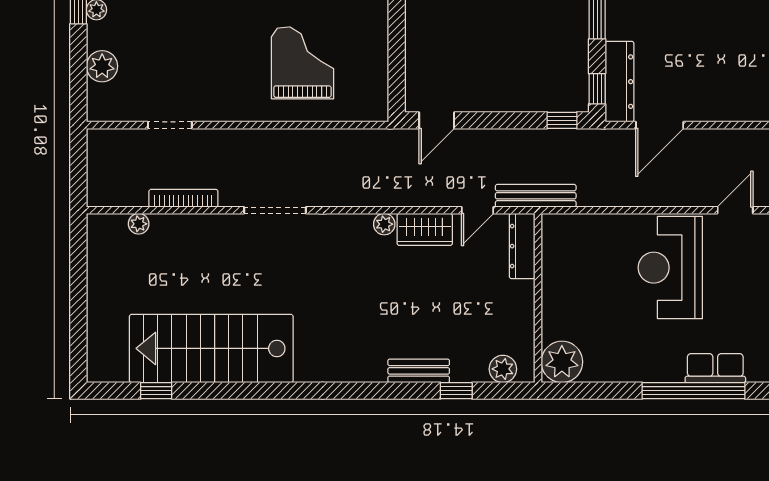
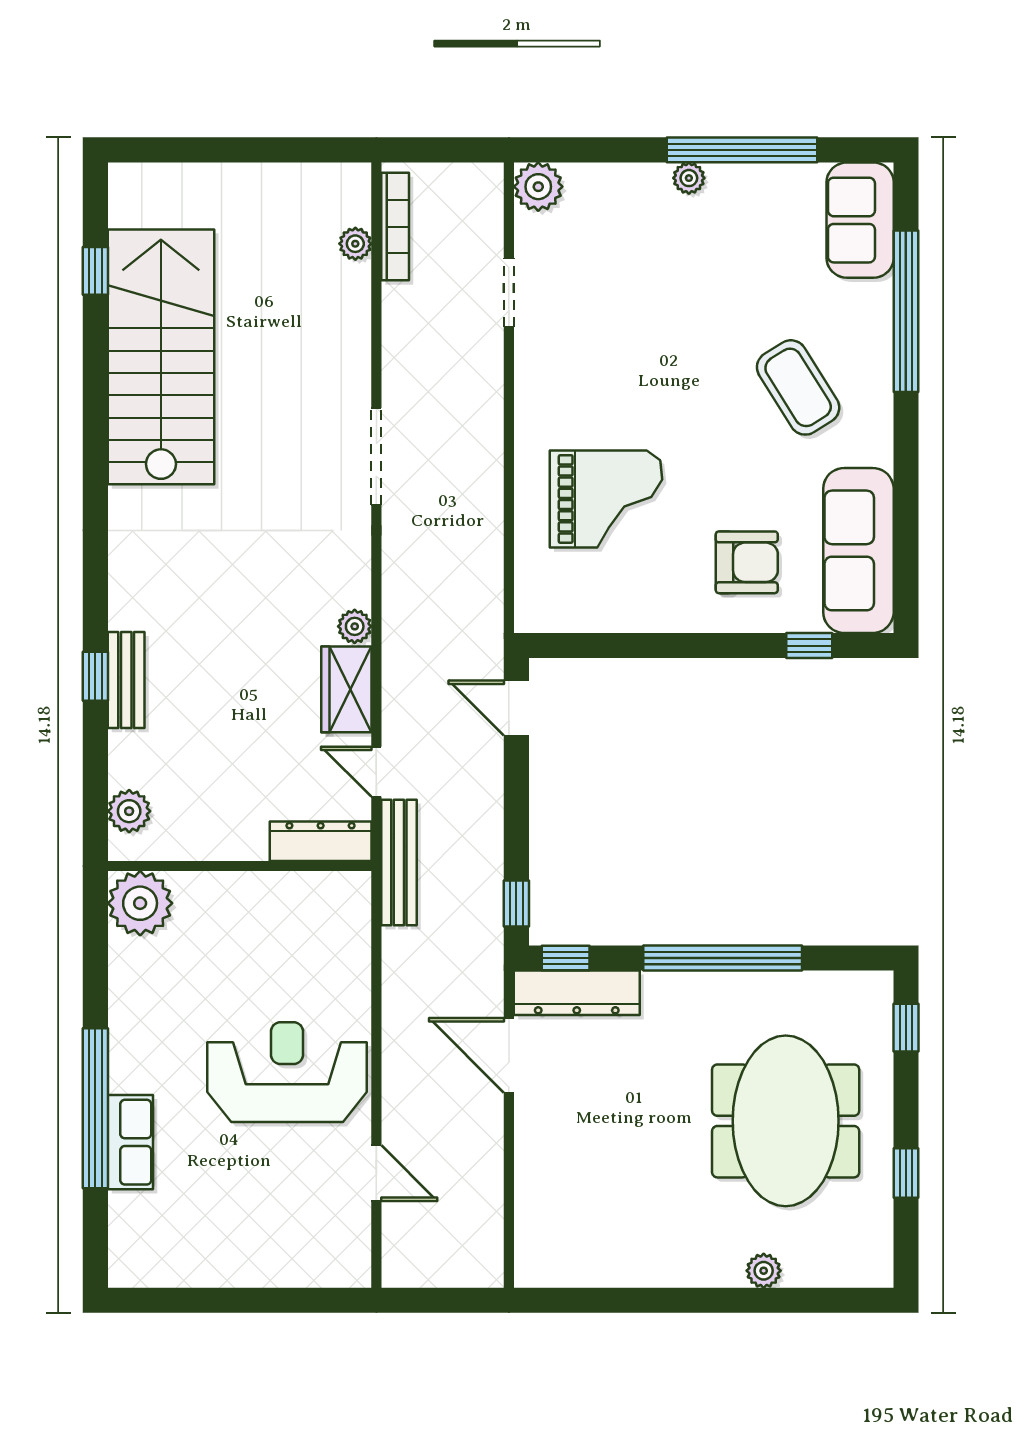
plant: (102, 66) -> (538, 187), moved
bookcase: (183, 198) -> (395, 227), moved
window: (456, 391) -> (95, 676), moved

